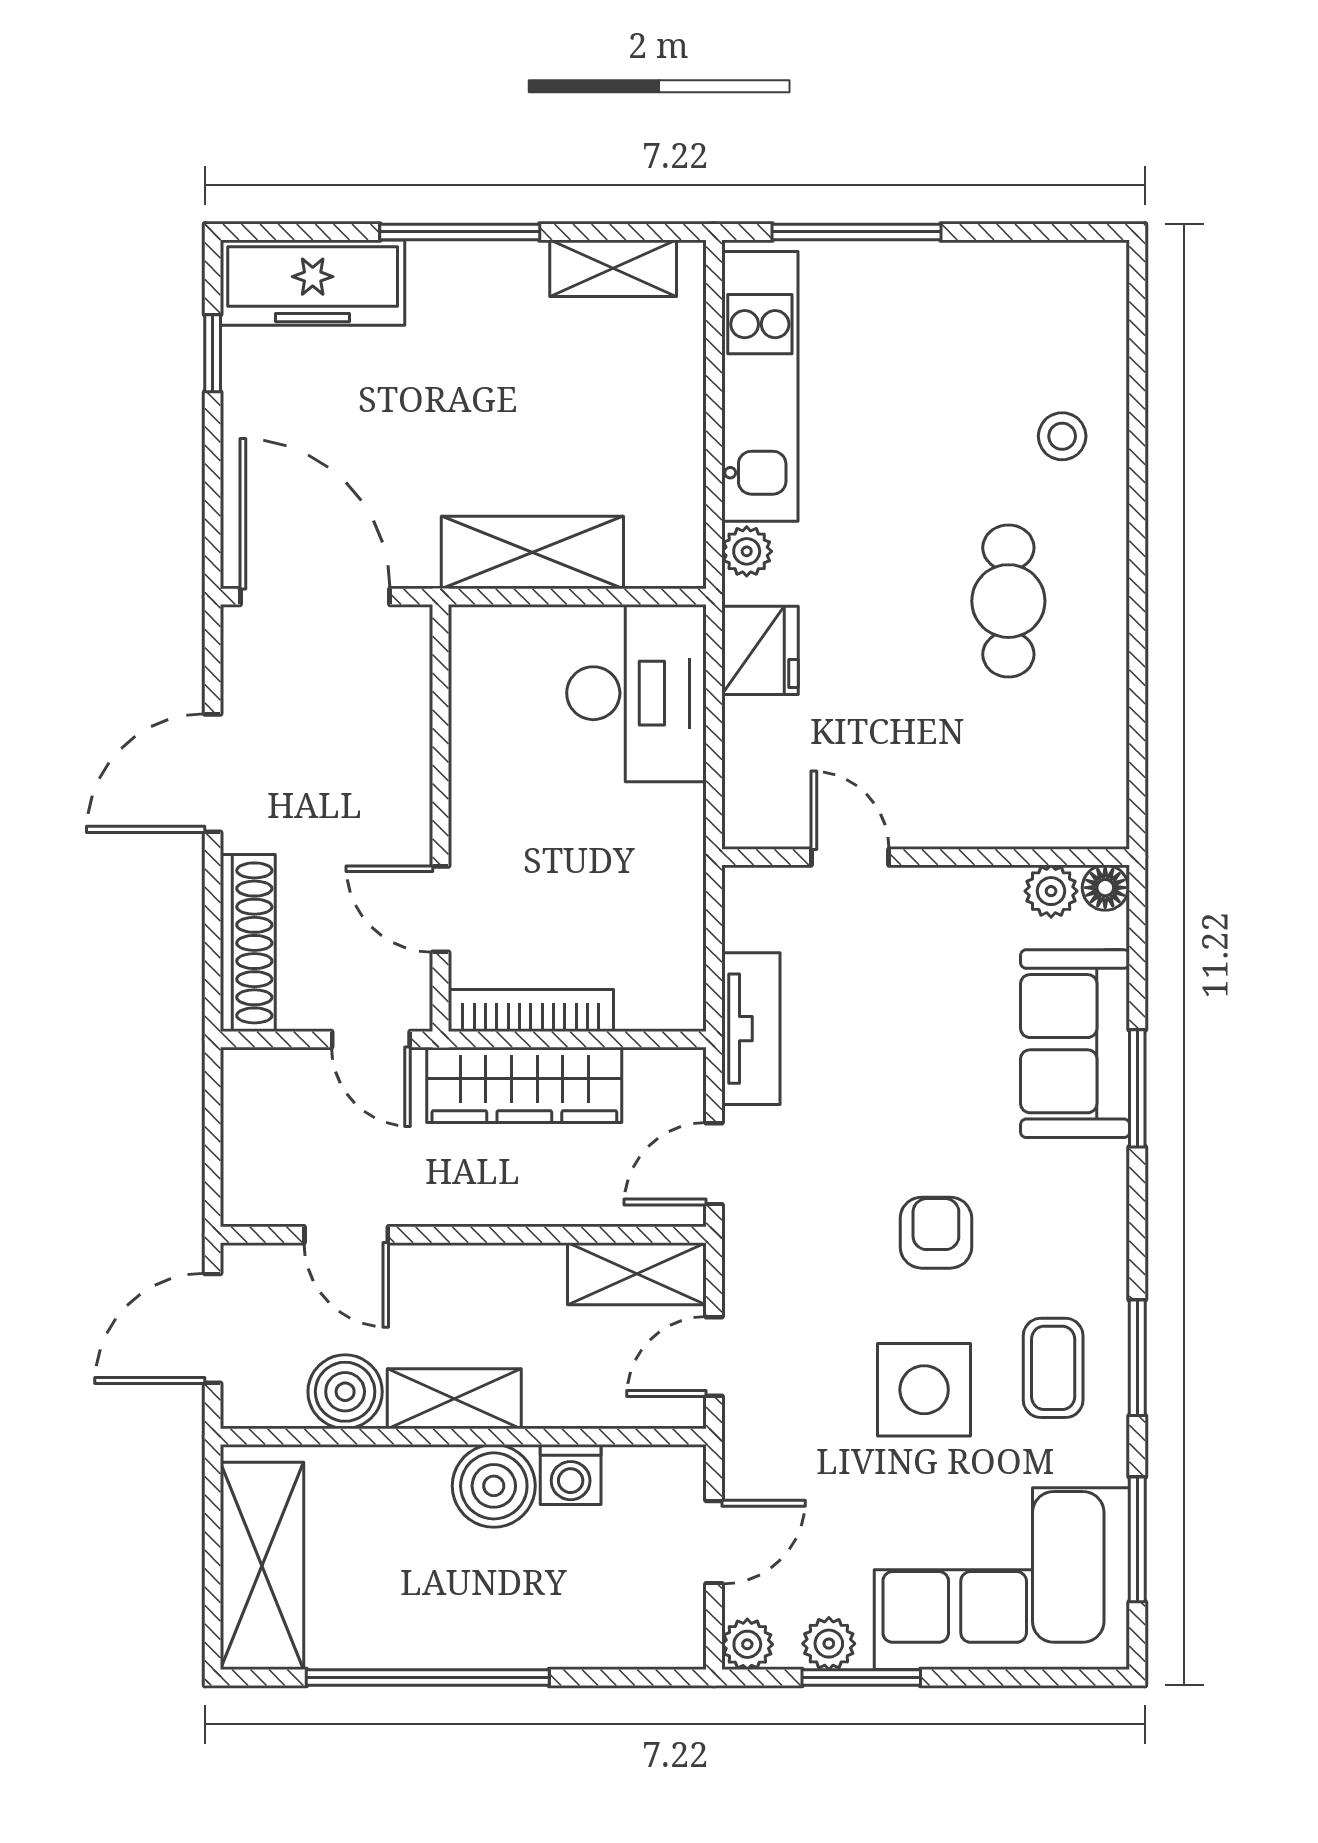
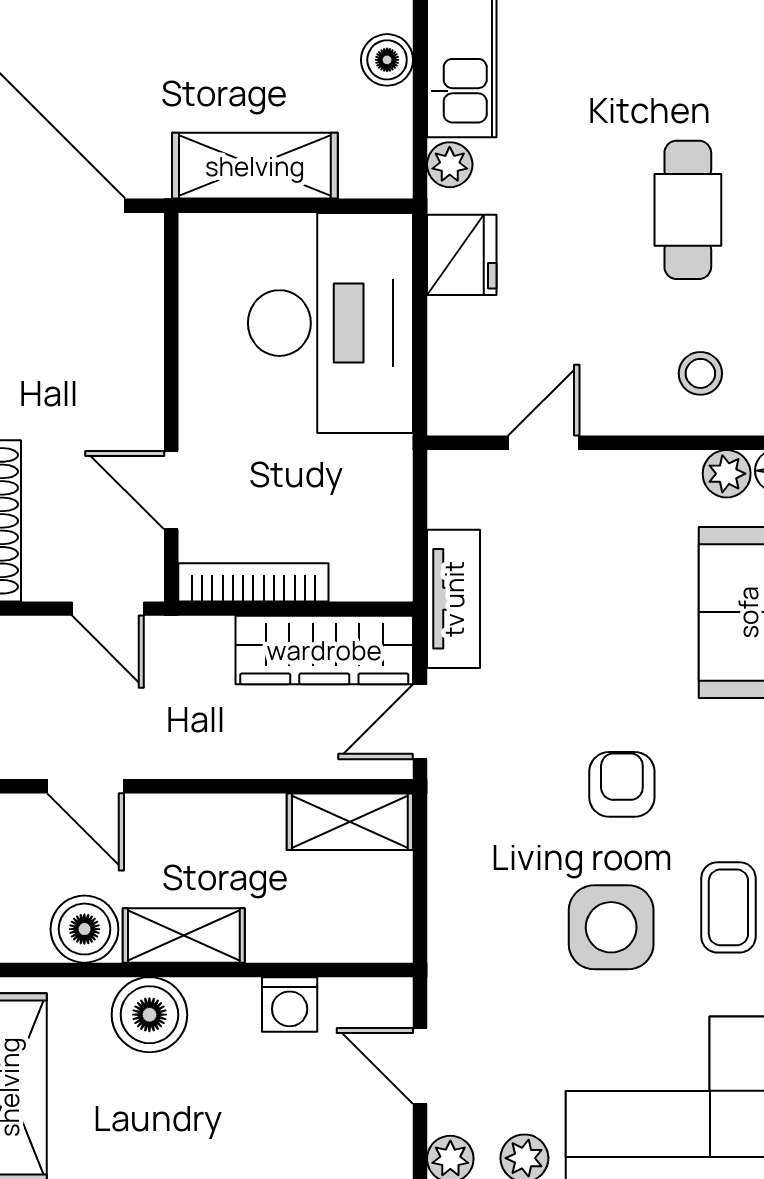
boiler: (678, 436) -> (387, 60), added
stool: (1062, 436) -> (700, 373), moved
desk: (636, 693) -> (330, 323), width x1.36, depth x1.30
door: (850, 857) -> (544, 443), hinge flipped
wardrobe: (524, 1085) -> (324, 650), moved
door: (714, 1357) -> (420, 897), removed
boiler: (494, 1486) -> (149, 1015), moved
door: (714, 1542) -> (420, 1066), swing flipped

